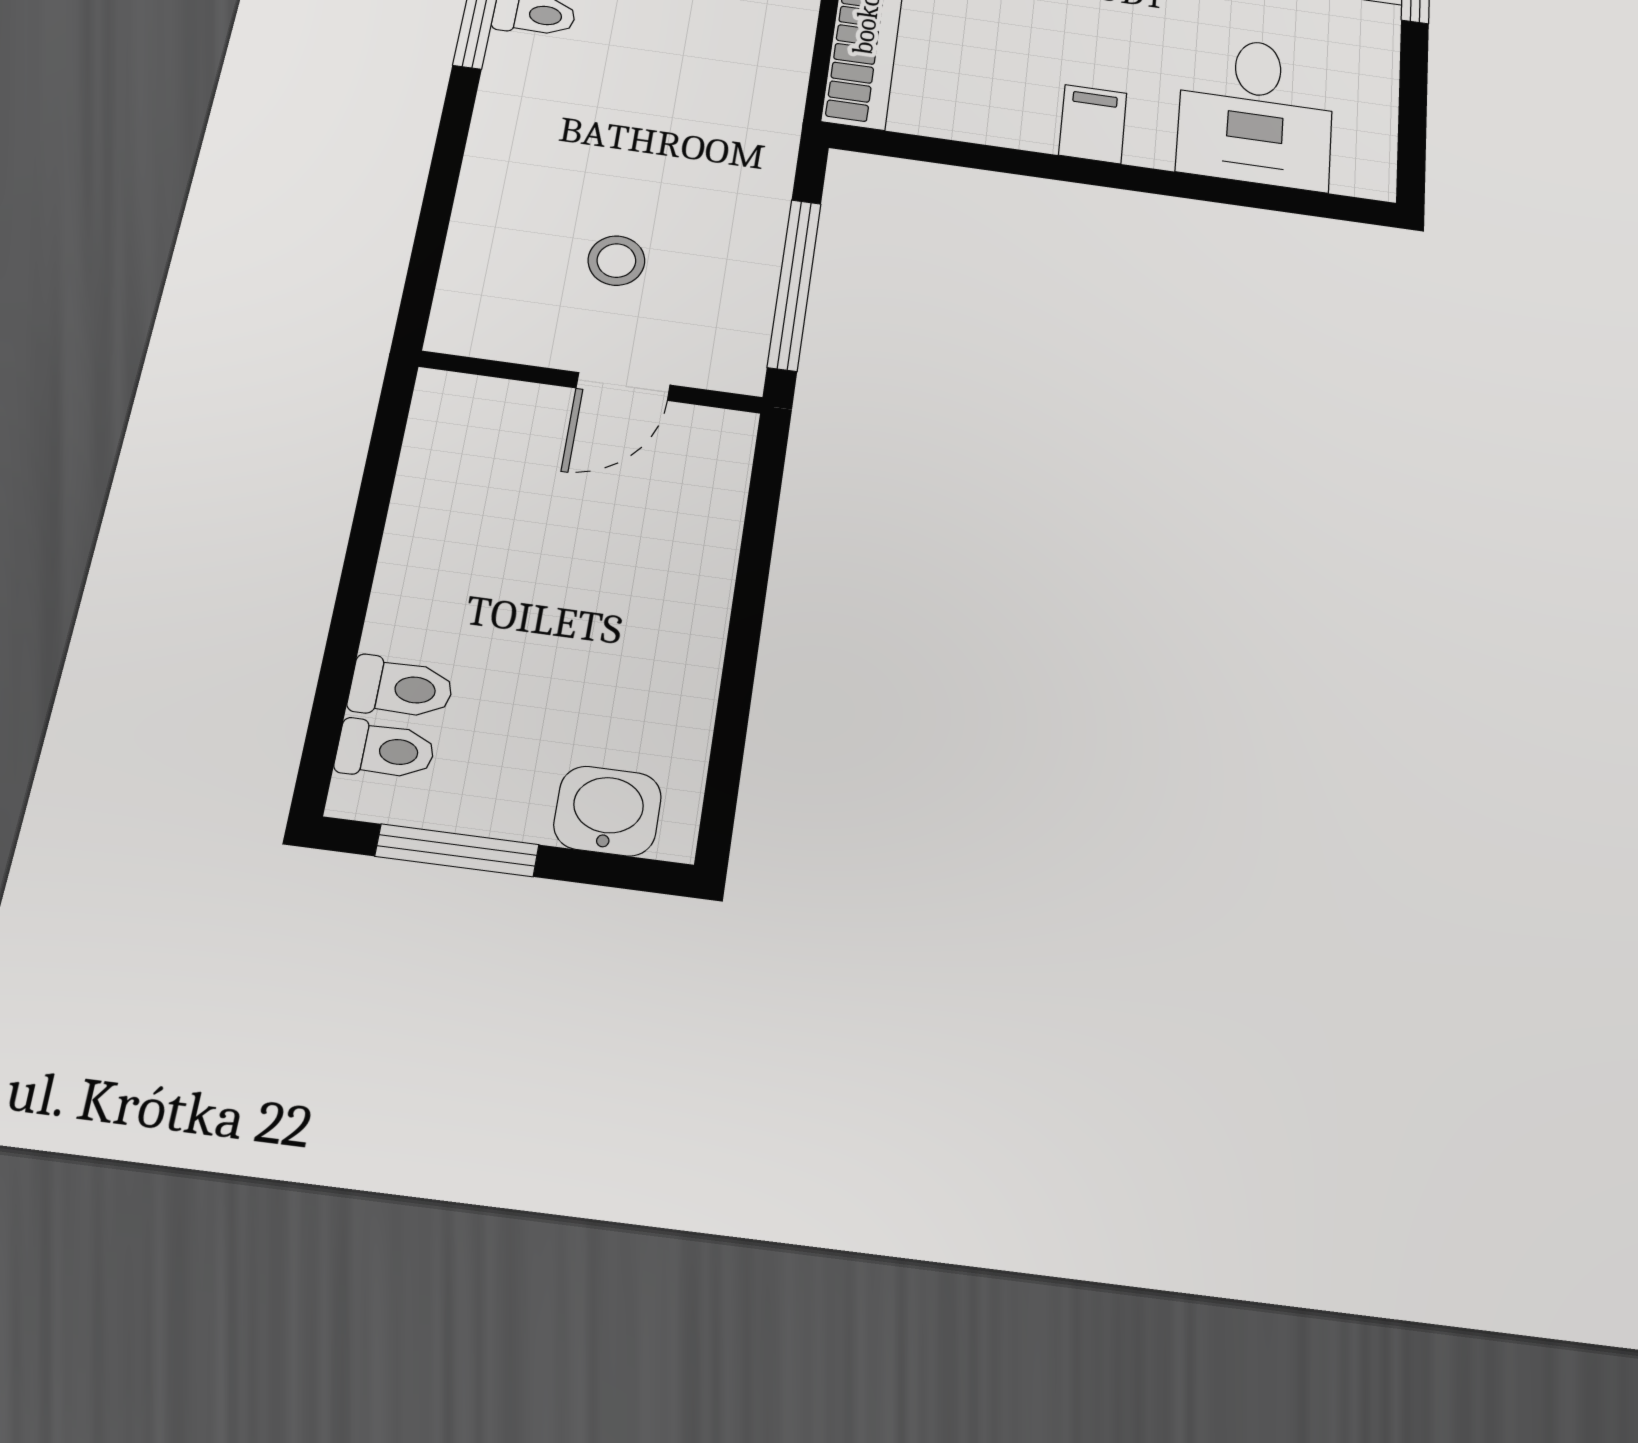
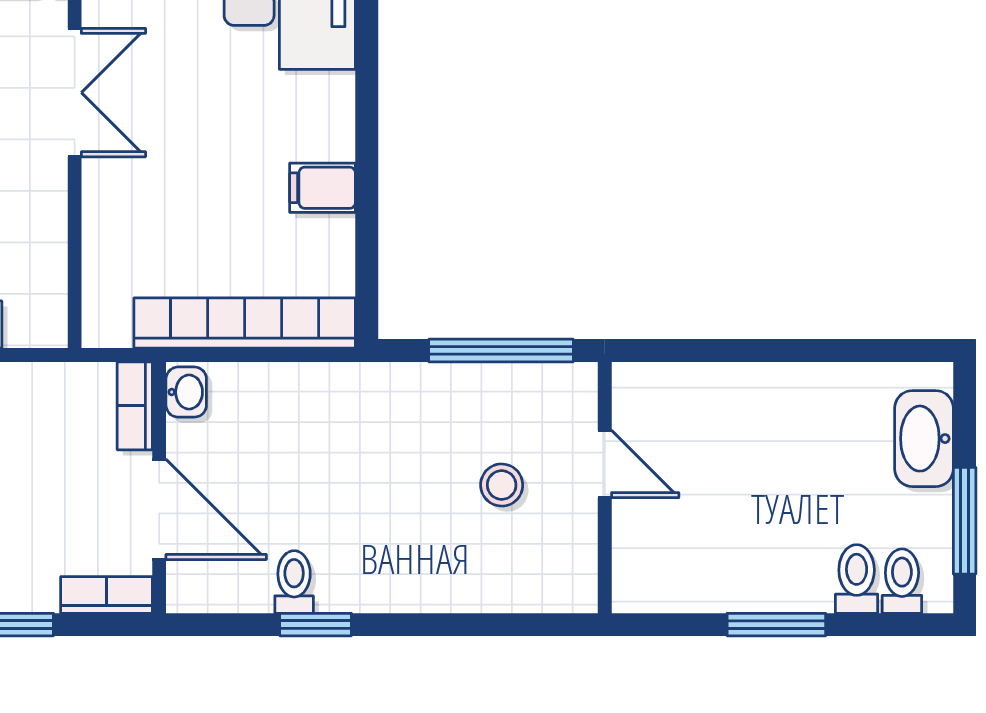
filing cabinet: (1093, 124) -> (323, 188), moved
window: (358, 572) -> (776, 625), added
washbasin: (608, 811) -> (924, 439), width x1.38

